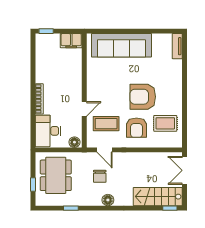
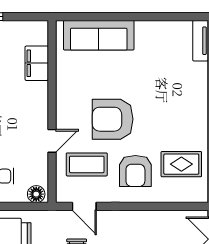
filing cabinet: (71, 41) -> (37, 63), moved, turned 90
sofa: (121, 45) -> (99, 35), width x0.74, depth x0.79
armchair: (143, 97) -> (113, 119), moved

